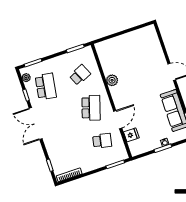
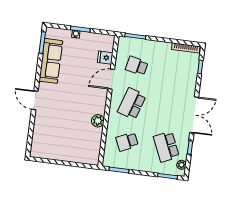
school desk: (46, 86) -> (166, 147), turned -33

